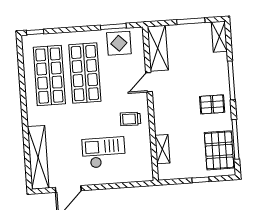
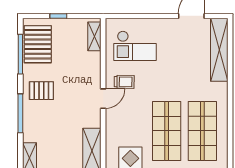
door: (149, 82) -> (103, 99), moved
shelving: (162, 149) -> (94, 36), moved
checkout: (104, 152) -> (135, 46), moved

